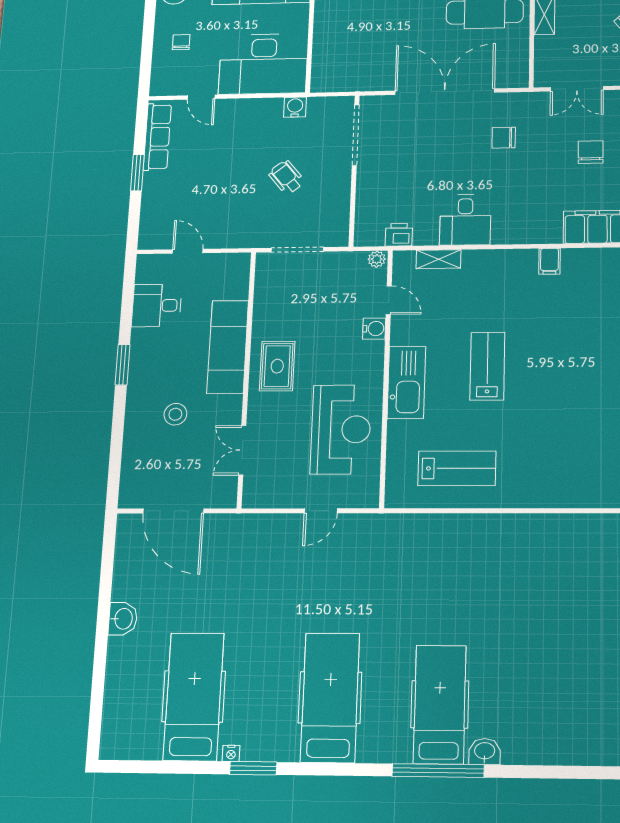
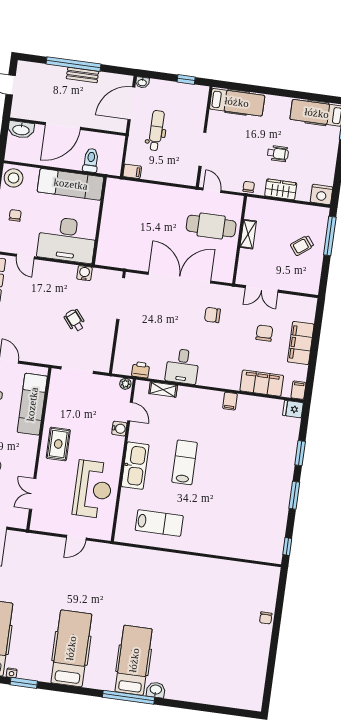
exam couch: (228, 347) -> (32, 404), moved

